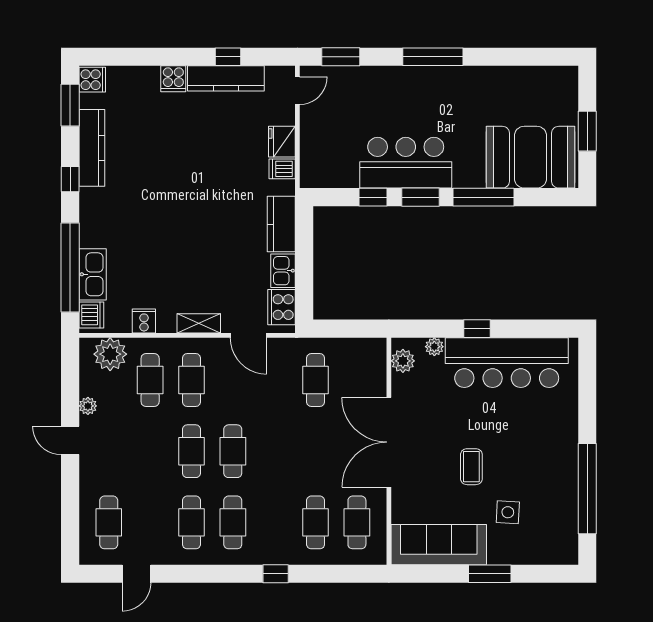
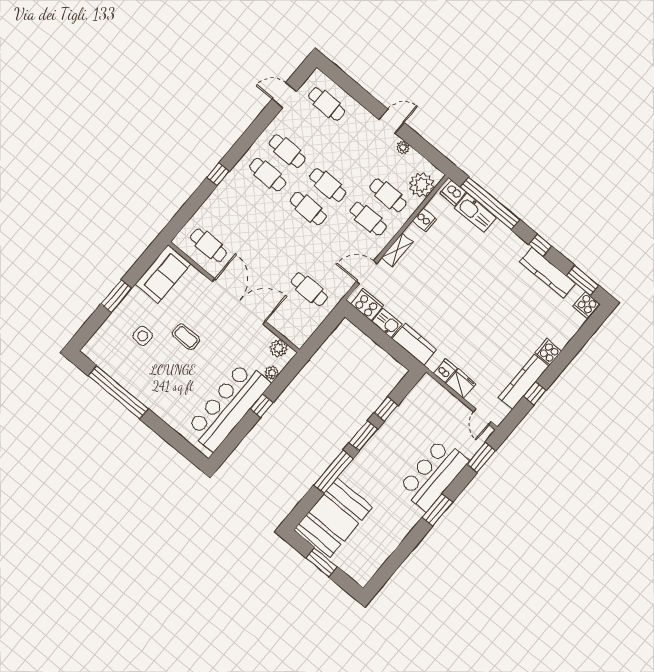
window: (433, 57) -> (437, 510), width x0.69
bar counter: (406, 163) -> (434, 475), moved, turned 180
cafe table: (316, 522) -> (228, 222), removed
sofa: (439, 545) -> (163, 274), width x0.73
door: (136, 574) -> (284, 95), hinge flipped

